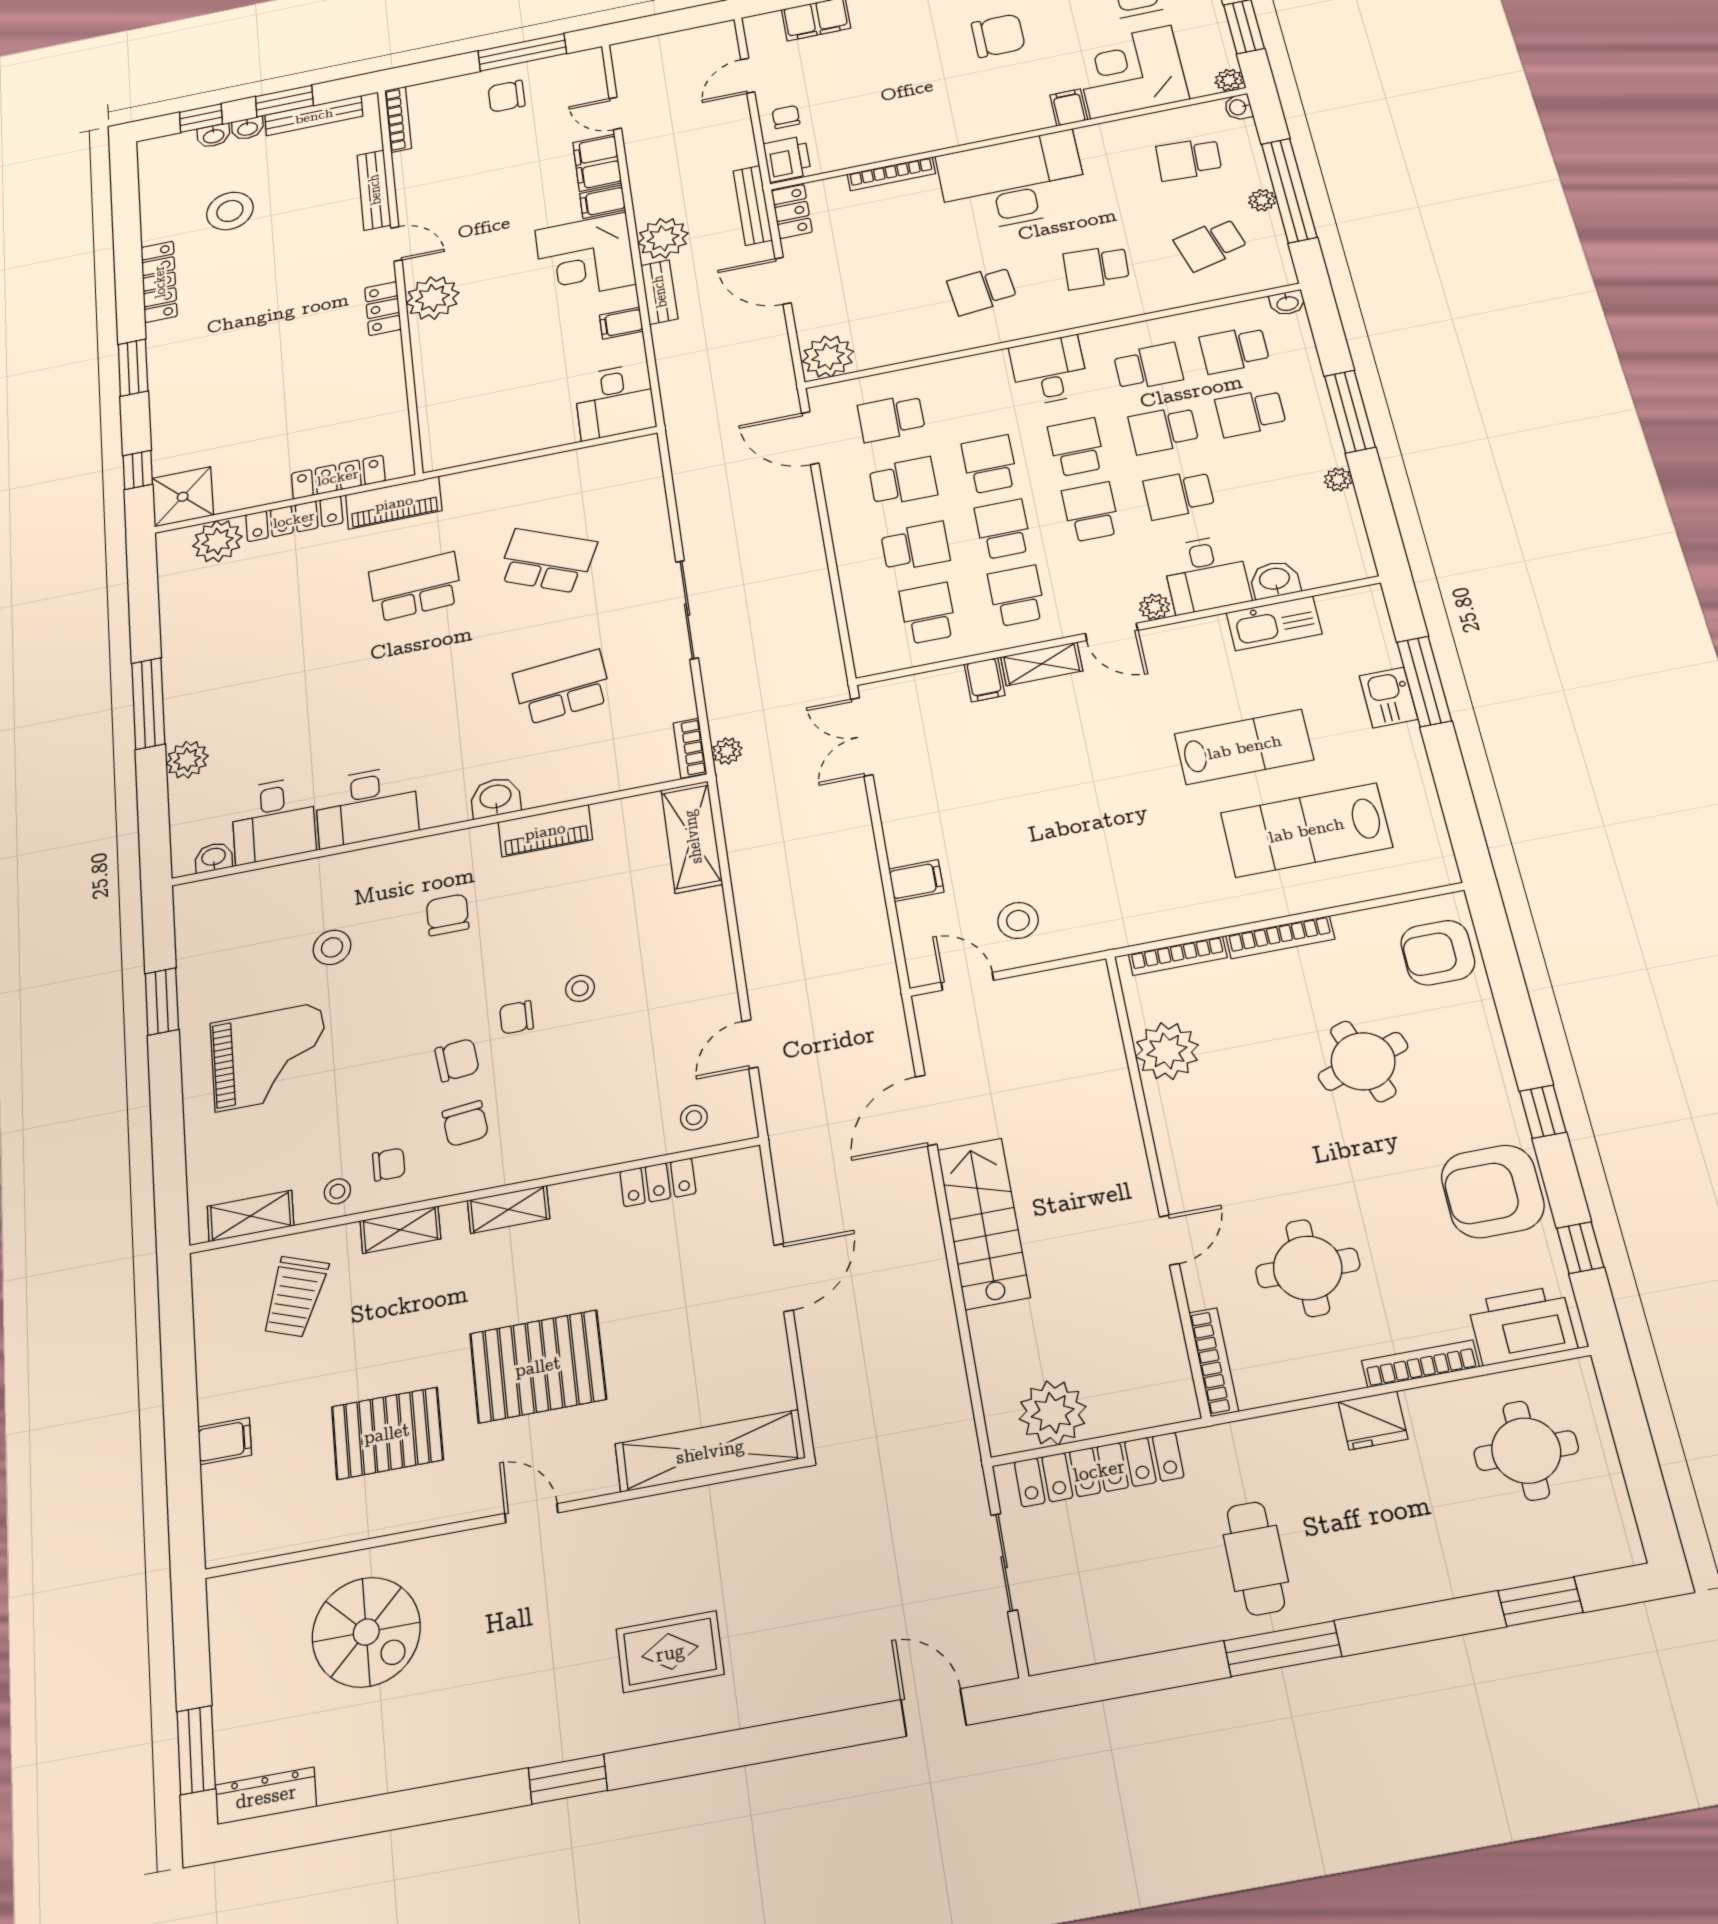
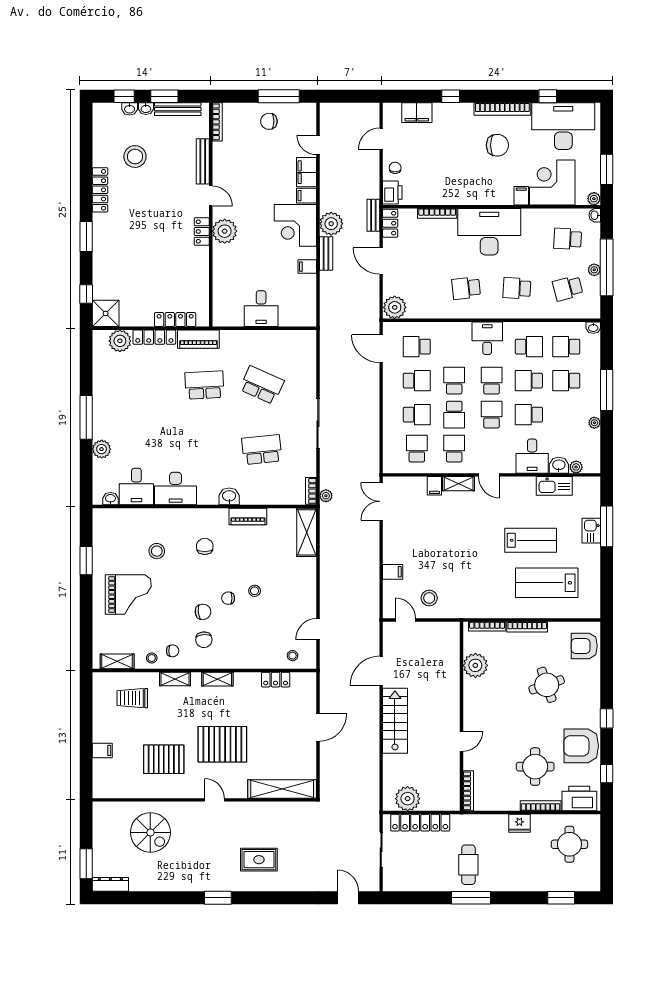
bench: (753, 205) -> (373, 215), width x0.73
desk: (615, 401) -> (261, 309), moved
school desk: (1003, 529) -> (454, 415), turned 180
plant: (1154, 607) -> (576, 467), moved
round table: (1308, 1268) -> (535, 767), moved
trolley: (295, 1297) -> (132, 698), turned 70

